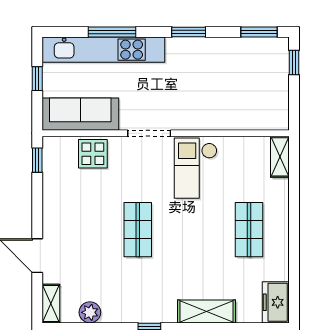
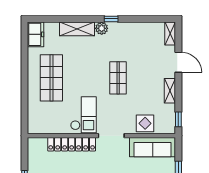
locker: (215, 119) -> (72, 144), added
shelving: (280, 157) -> (170, 91), moved
shop shelf: (249, 230) -> (51, 78), width x1.43, depth x1.36
plant: (90, 312) -> (102, 28), moved

